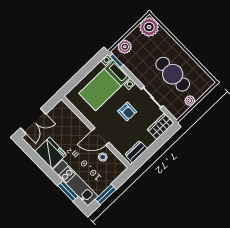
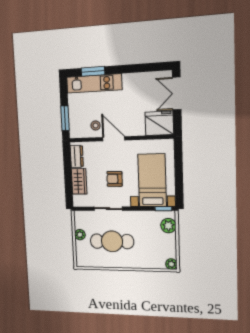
plant: (149, 27) -> (171, 264), width x0.53, depth x0.53
wardrobe: (161, 126) -> (79, 181), moved
door: (100, 136) -> (114, 139), hinge flipped
fridge: (51, 153) -> (159, 123), moved, turned 180
window: (106, 194) -> (65, 118), moved

